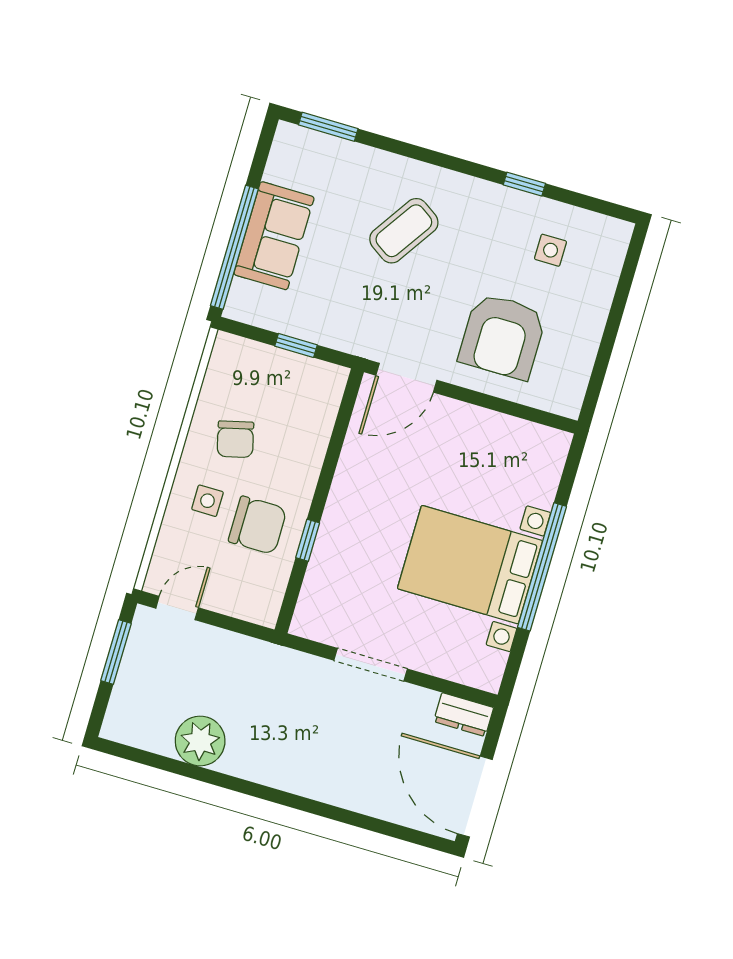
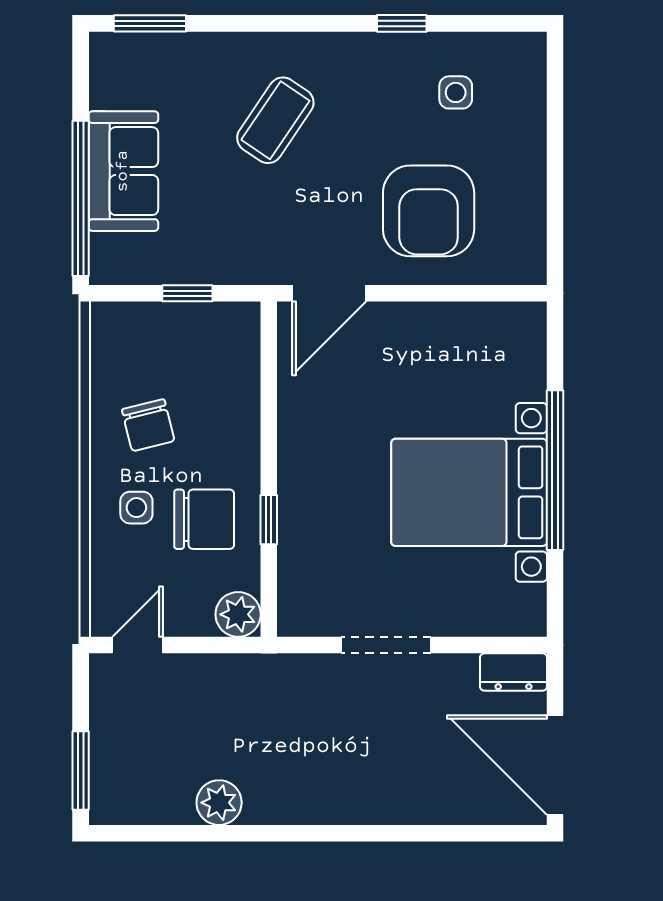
plant: (262, 607) -> (238, 614), added
window: (116, 652) -> (81, 771), moved
plant: (200, 741) -> (219, 803), width x0.73, depth x0.73

